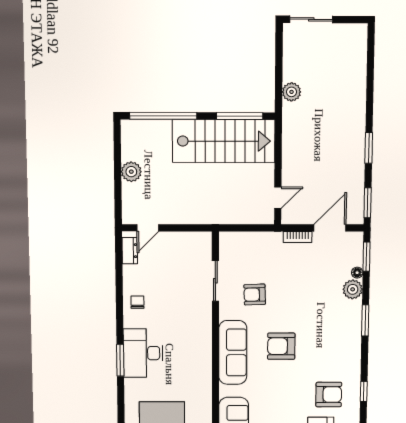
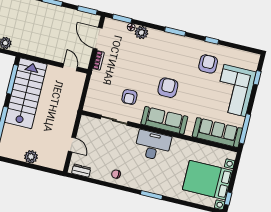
door: (148, 228) -> (72, 145), moved
window: (365, 320) -> (175, 32), moved
armchair: (281, 346) -> (168, 88), turned 180
desk: (143, 353) -> (153, 145), moved, turned 180

